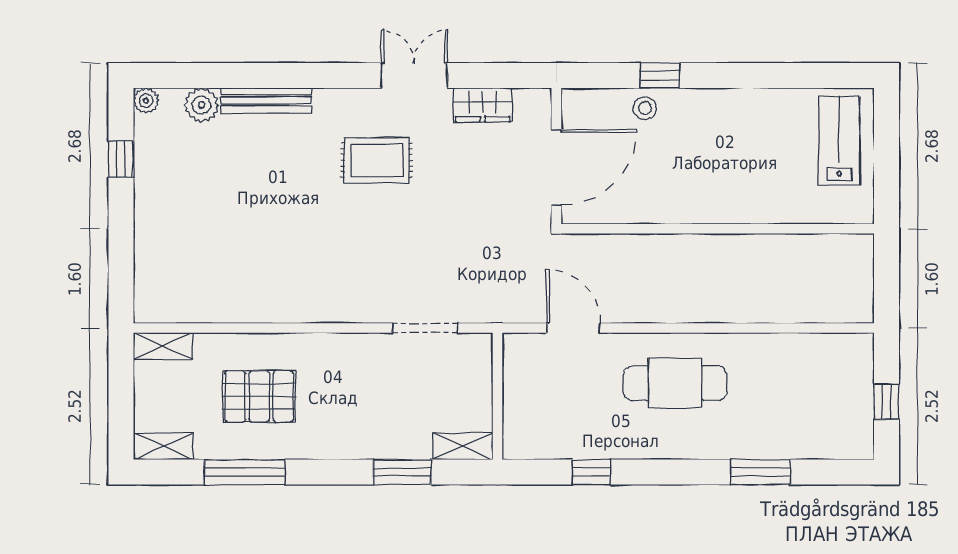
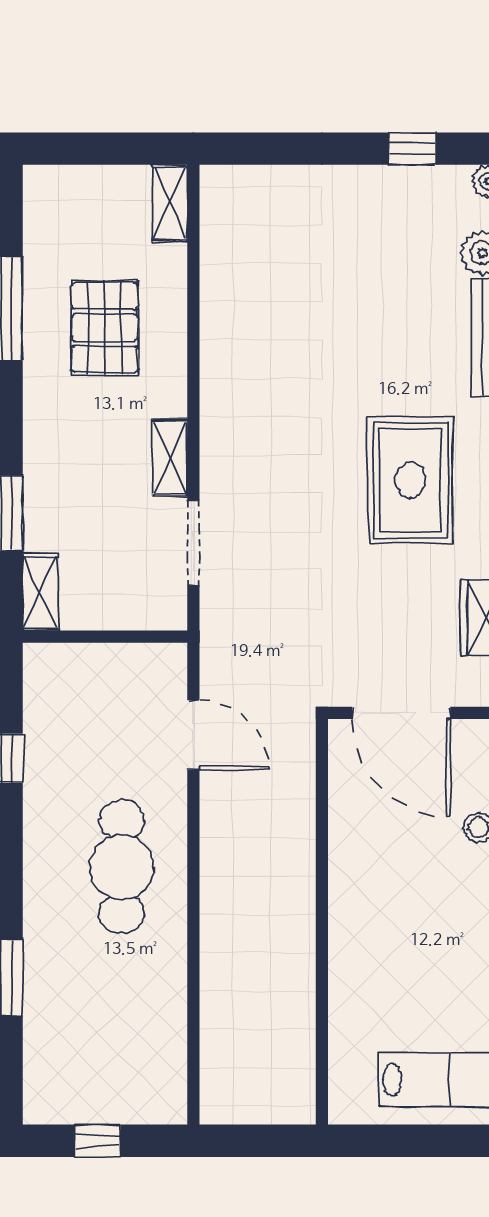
rug: (377, 160) -> (411, 480), width x1.36, depth x1.43
door: (573, 328) -> (193, 735), hinge flipped
shelving: (163, 446) -> (170, 458), moved

